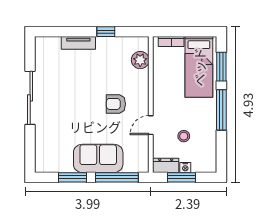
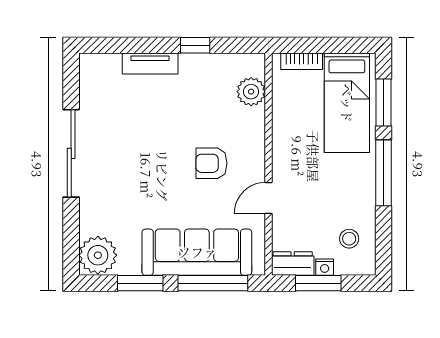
stool: (184, 136) -> (349, 239), moved
sofa: (98, 158) -> (197, 252), width x1.36
plant: (46, 160) -> (98, 255), added

